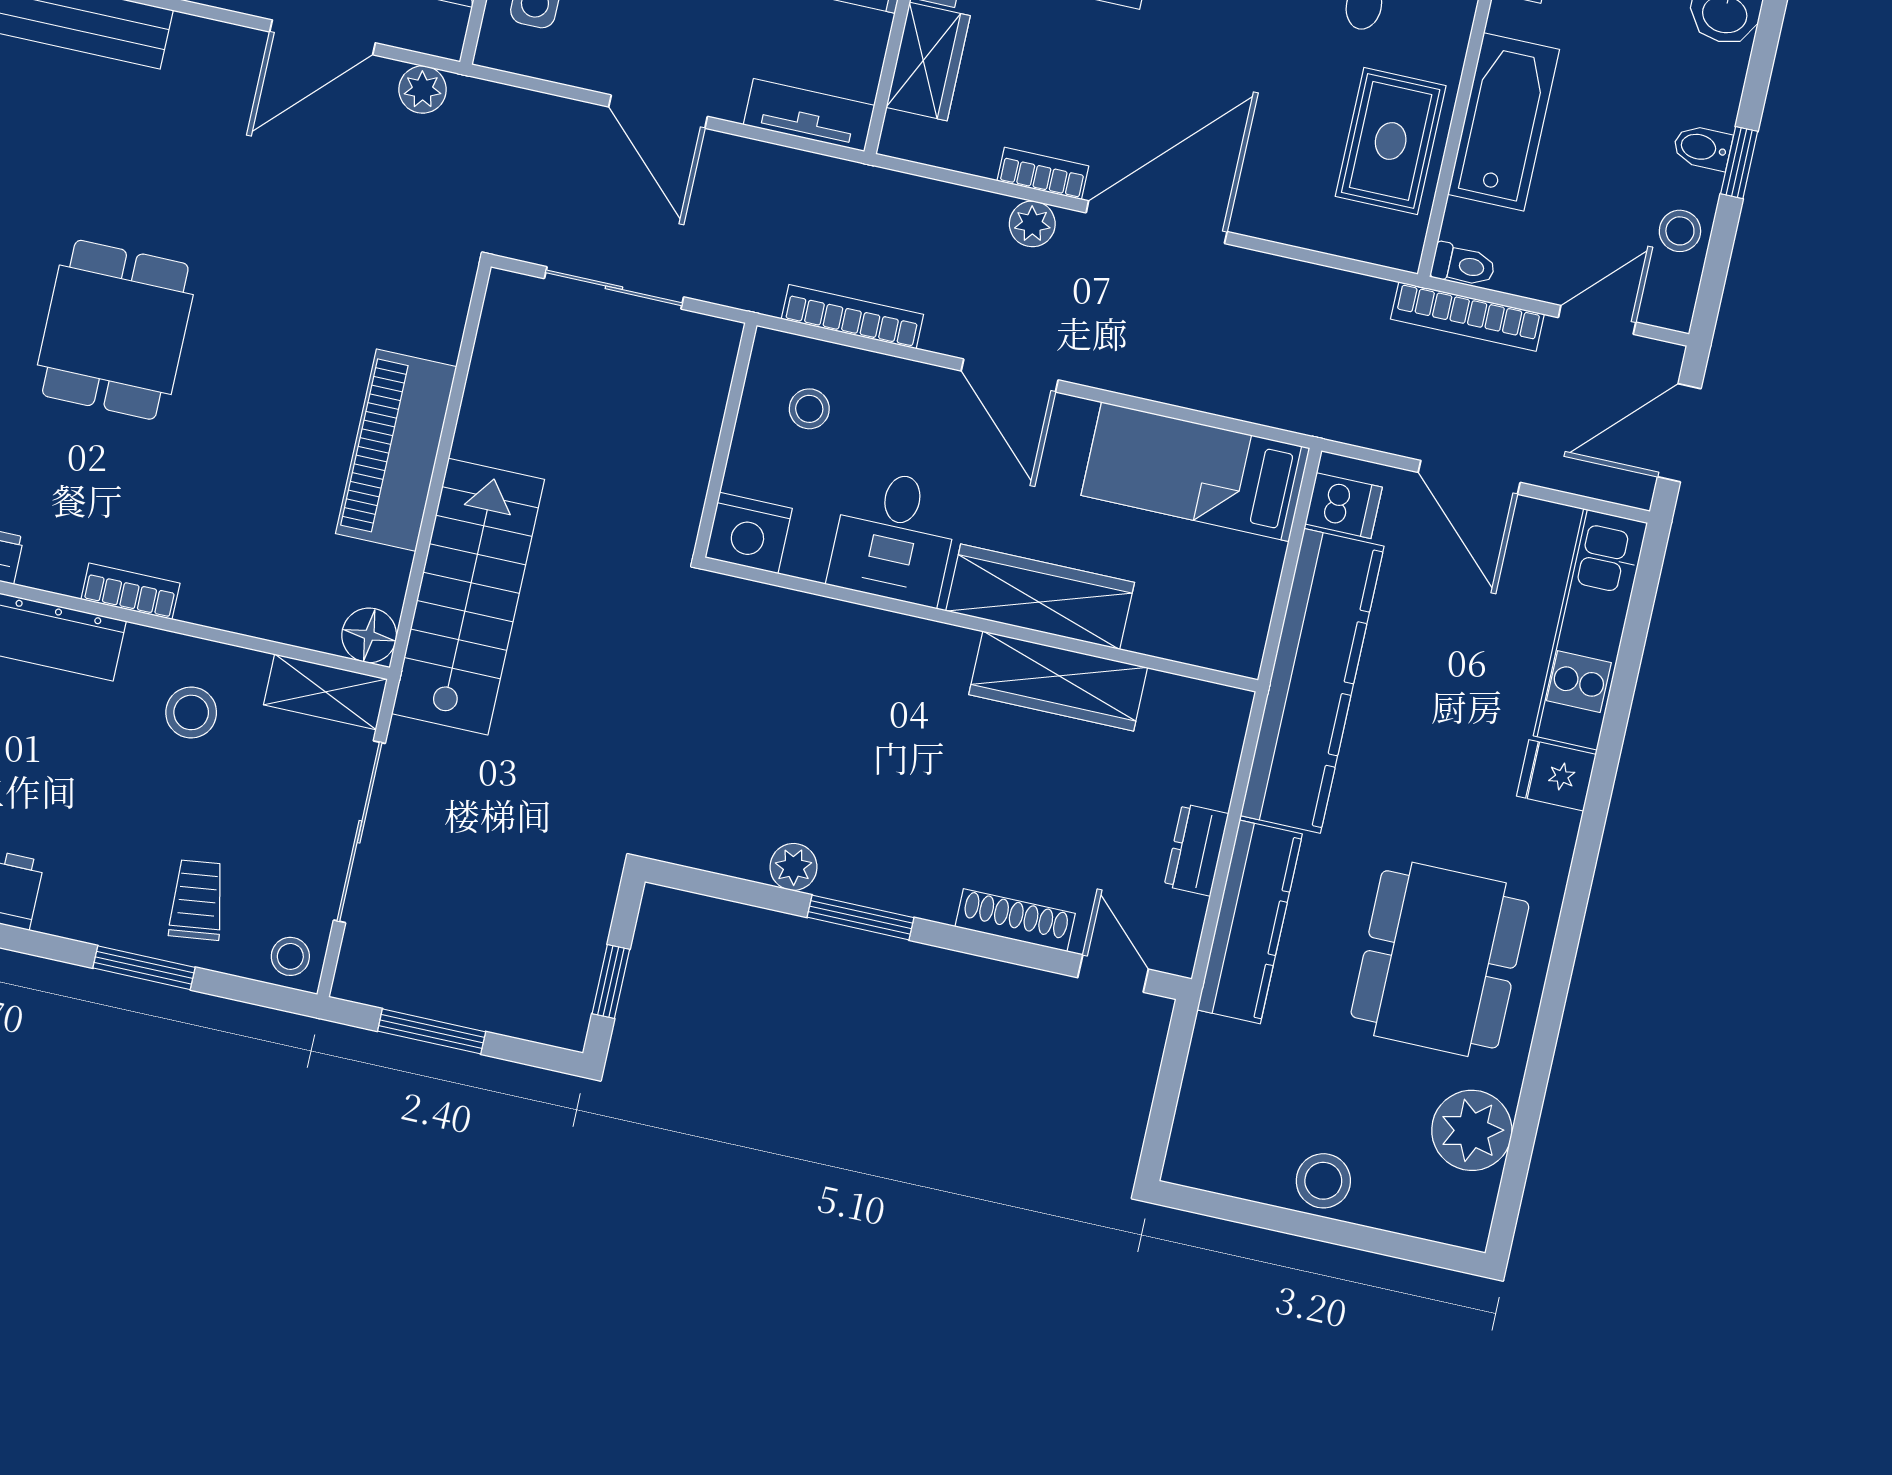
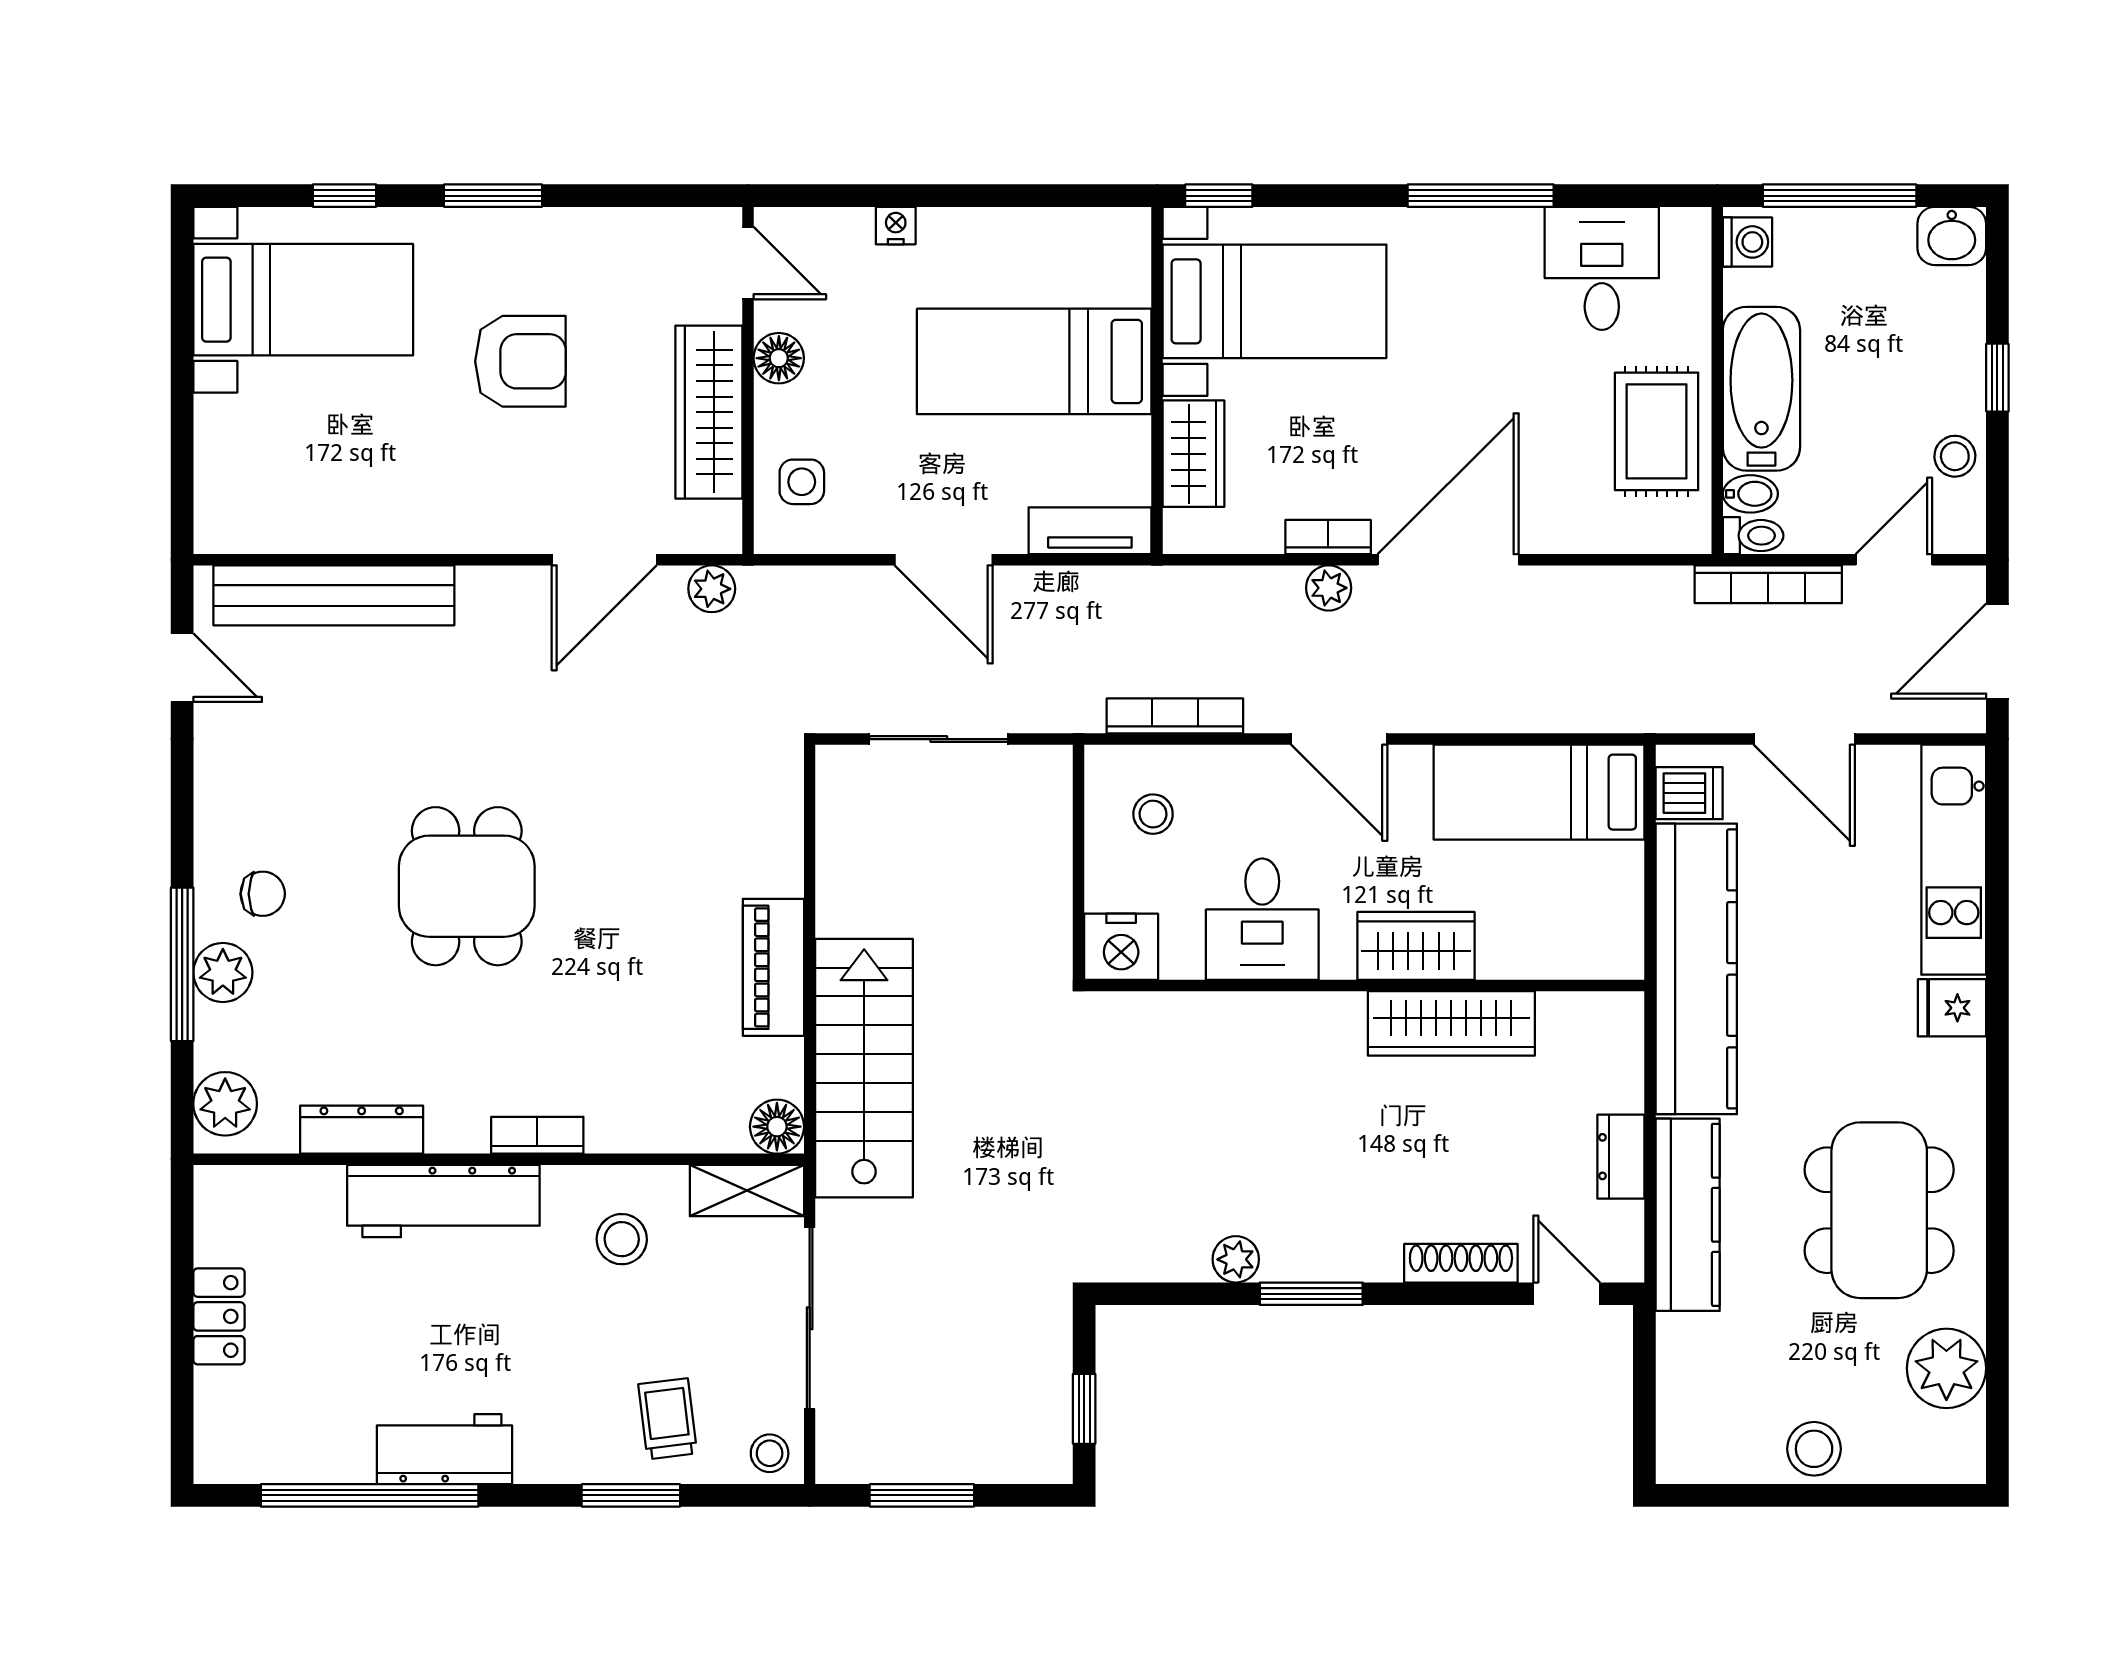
bidet: (1702, 148) -> (1750, 494), moved, turned 180
piano: (396, 450) -> (773, 967), width x0.73, depth x0.75
wardrobe: (1040, 597) -> (1416, 946), width x0.67

